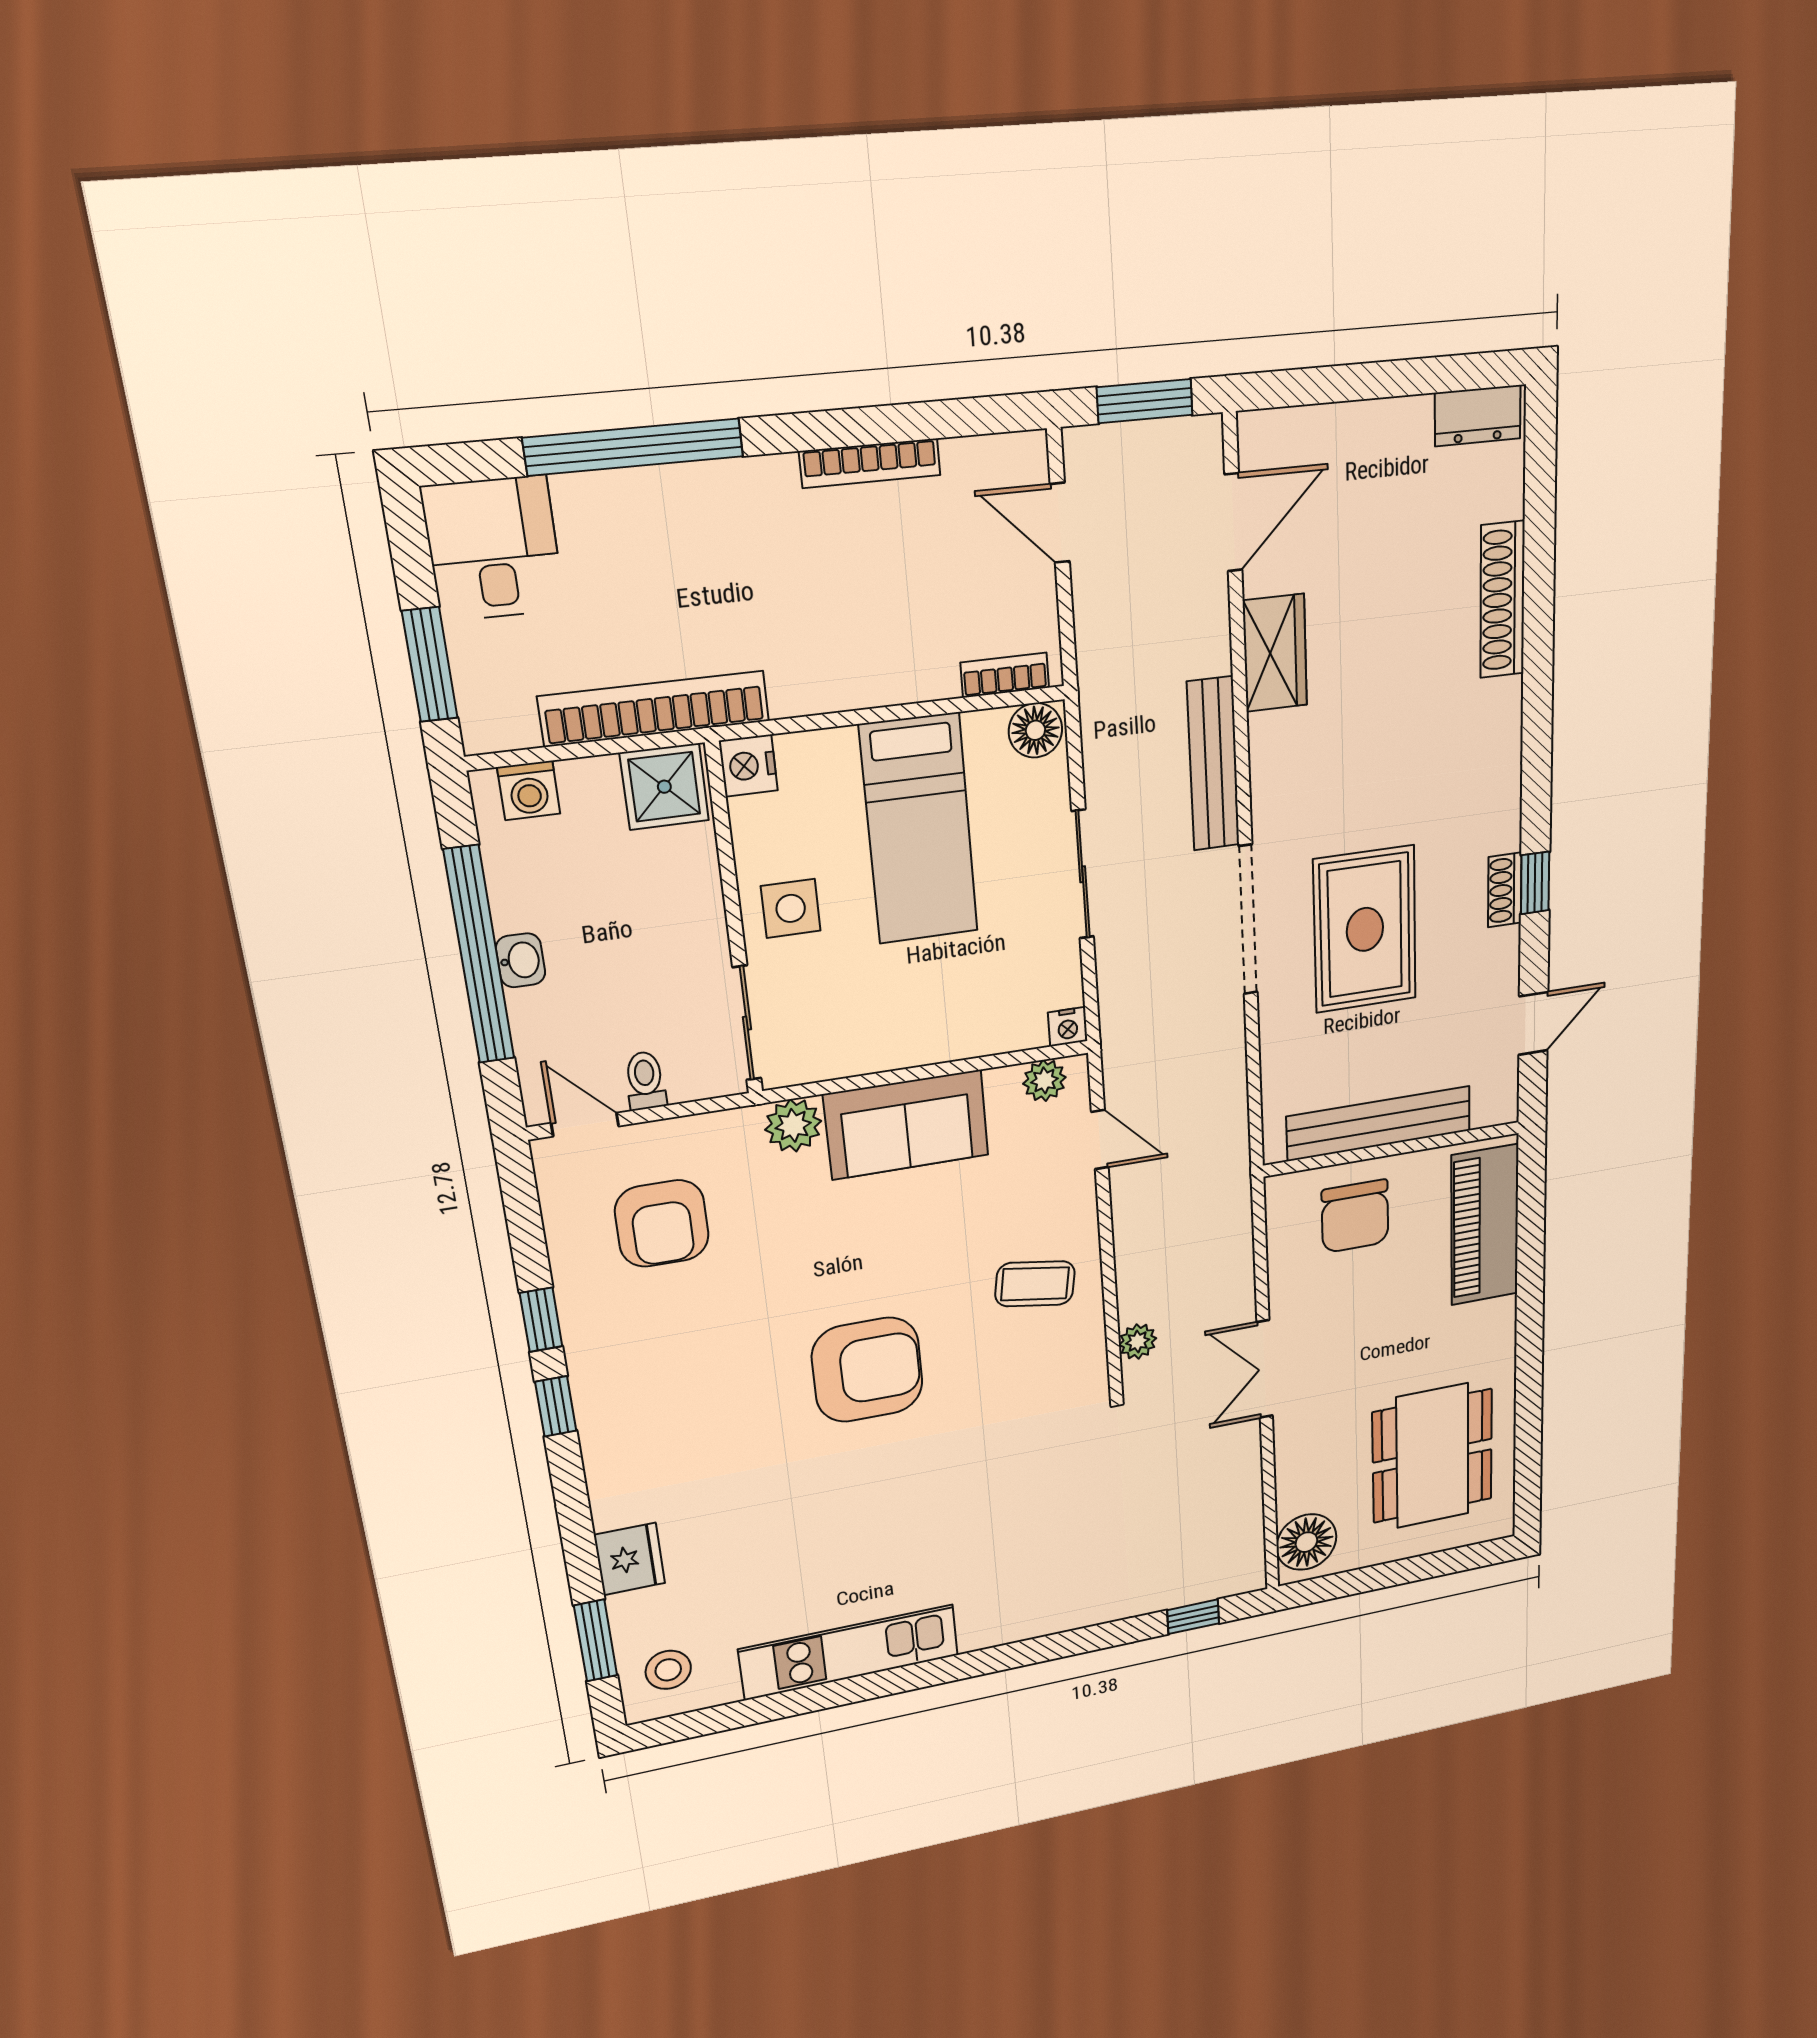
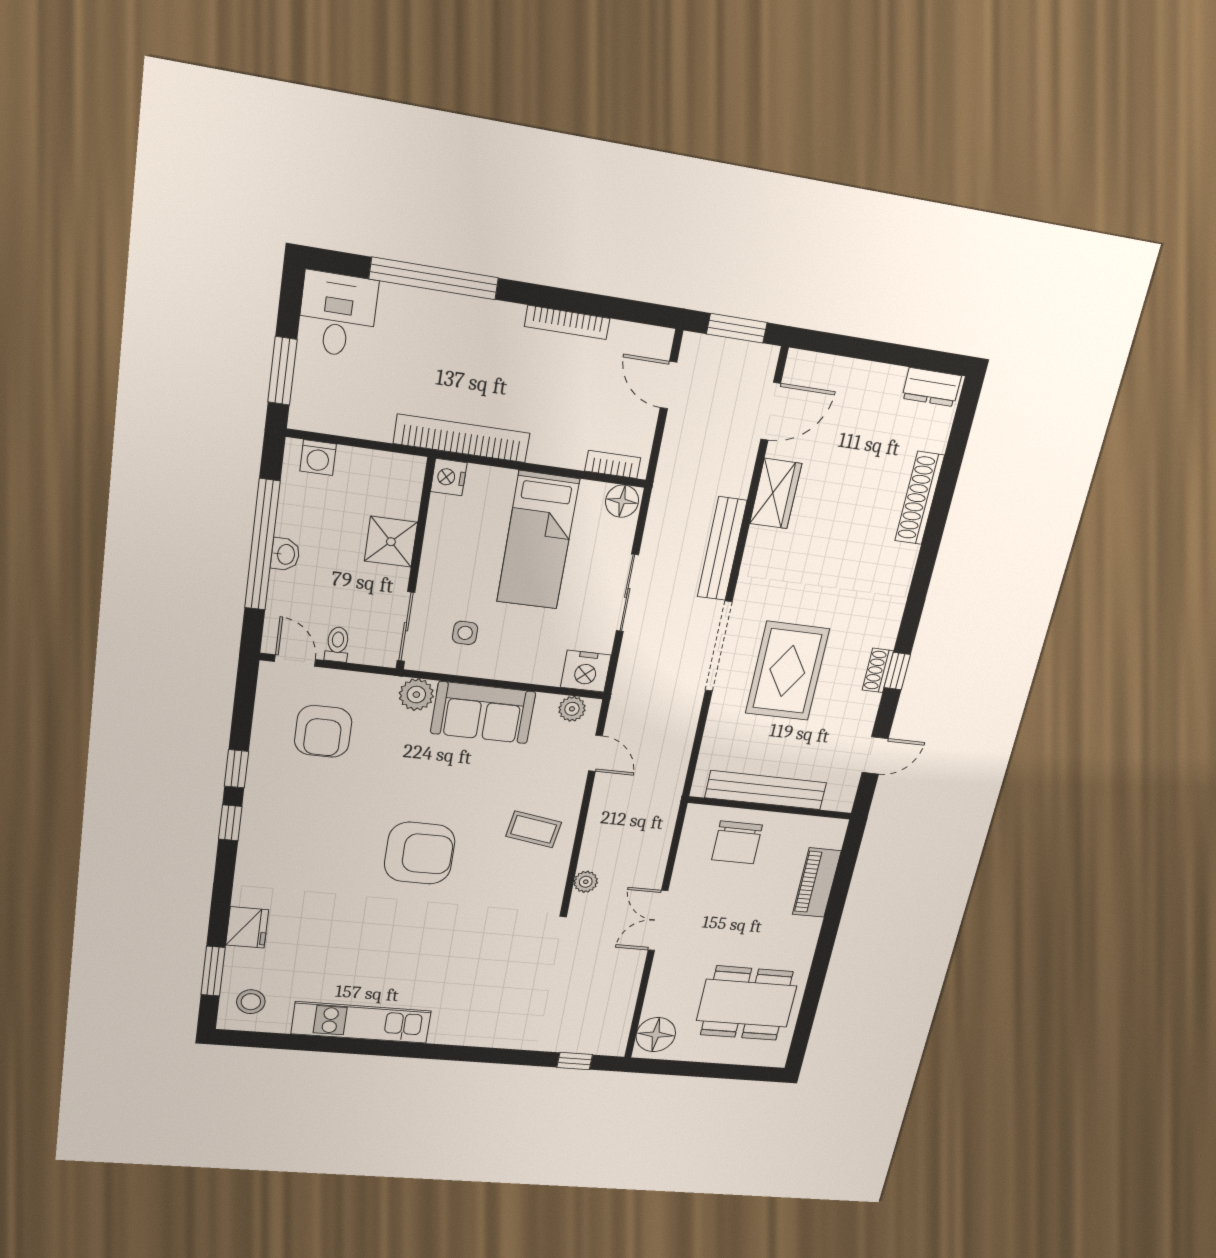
bookcase: (654, 709) -> (462, 438), moved
shower: (664, 787) -> (391, 542), moved
side table: (791, 908) -> (465, 633), moved, width x0.73, depth x0.73
nightstand: (1068, 1027) -> (586, 671), width x1.89, depth x1.79
piano: (1485, 1225) -> (817, 883), width x0.73, depth x0.75
dining table: (1432, 1456) -> (747, 1003), turned 90

